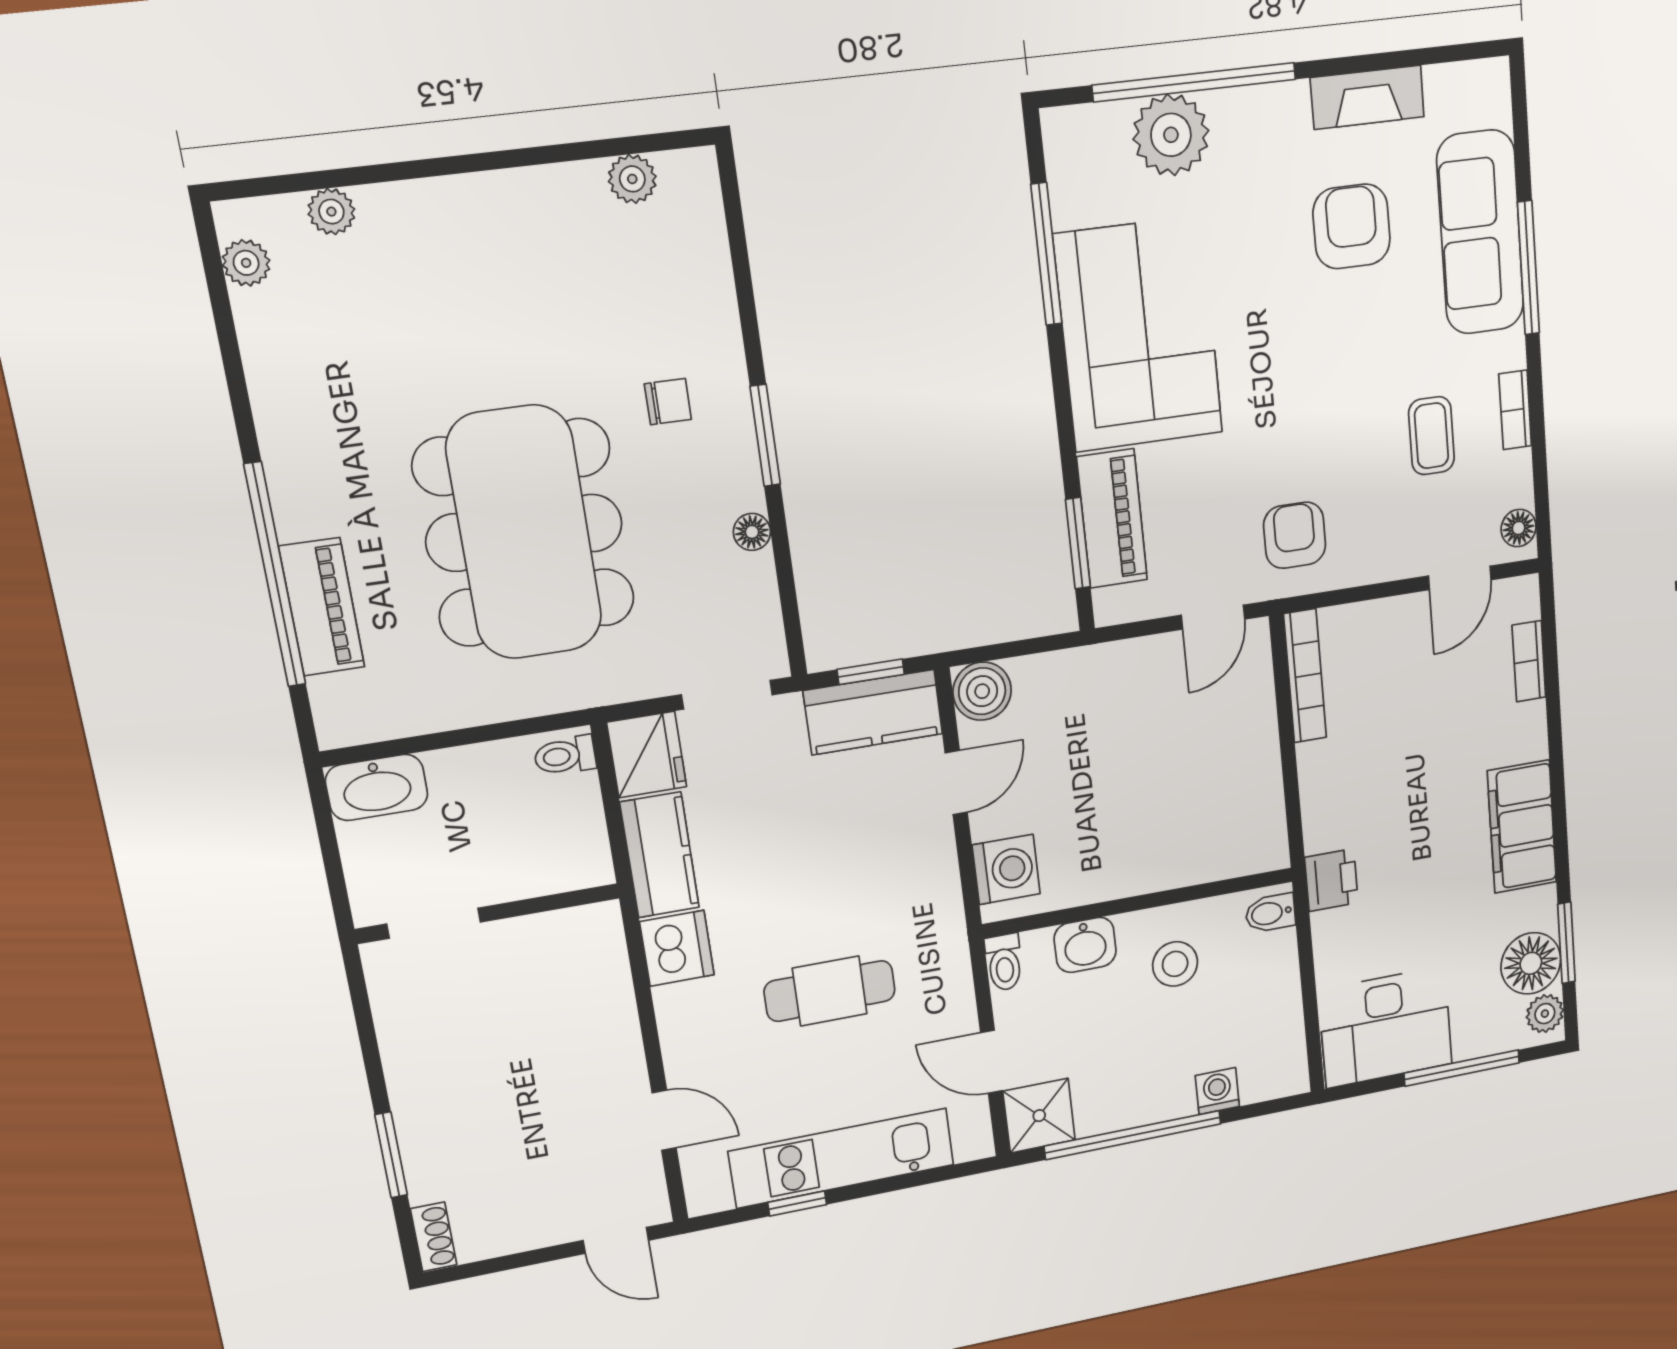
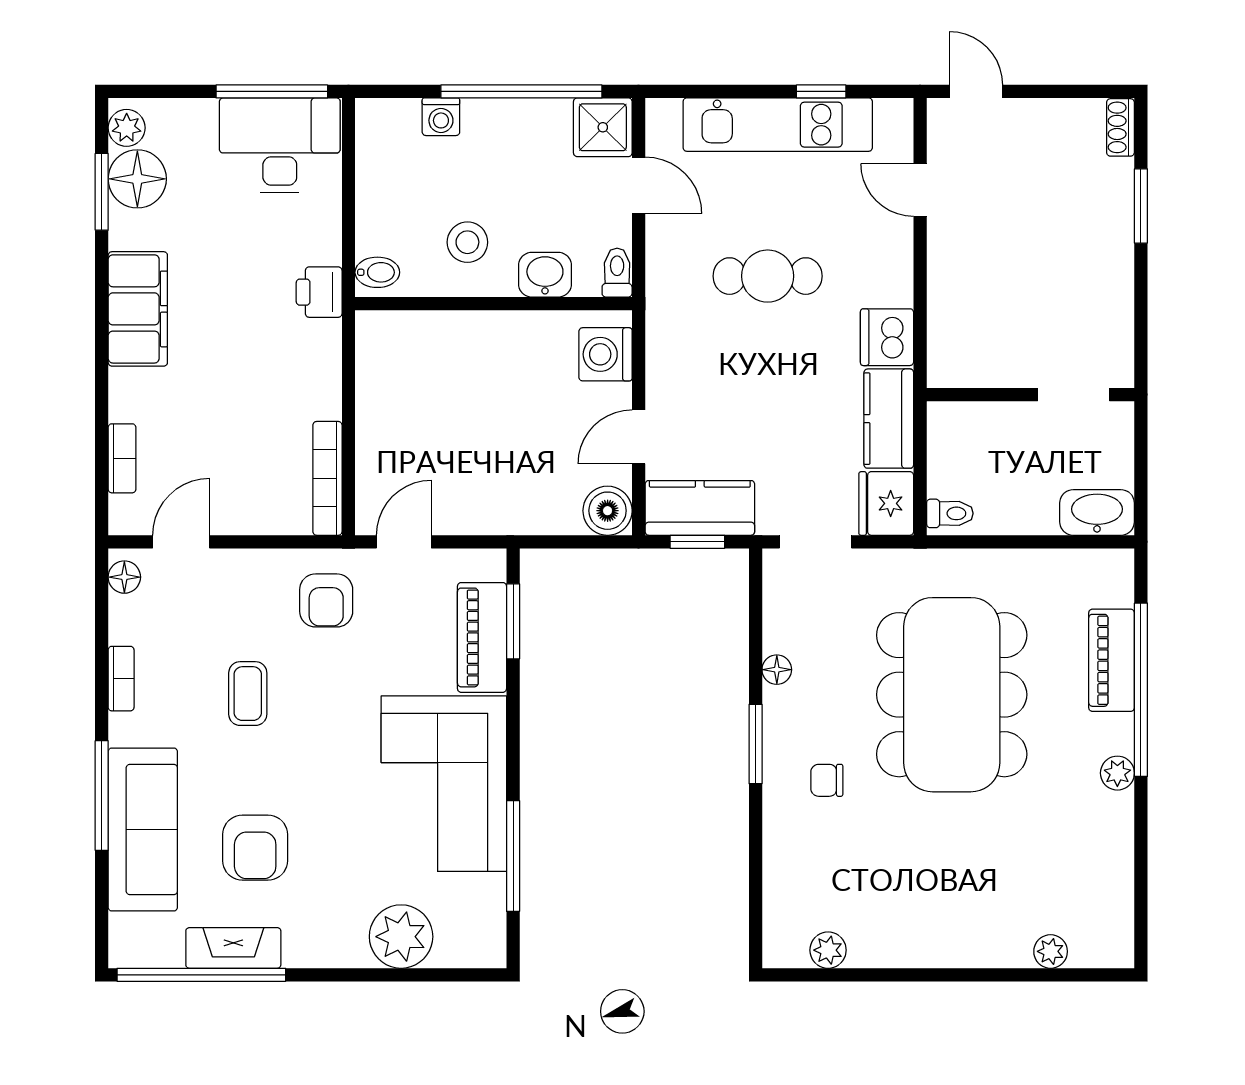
window: (1194, 82) -> (201, 975), moved
plant: (246, 263) -> (1117, 773), moved
coffee table: (1431, 436) -> (248, 694), moved
window: (1462, 1068) -> (272, 91), moved

